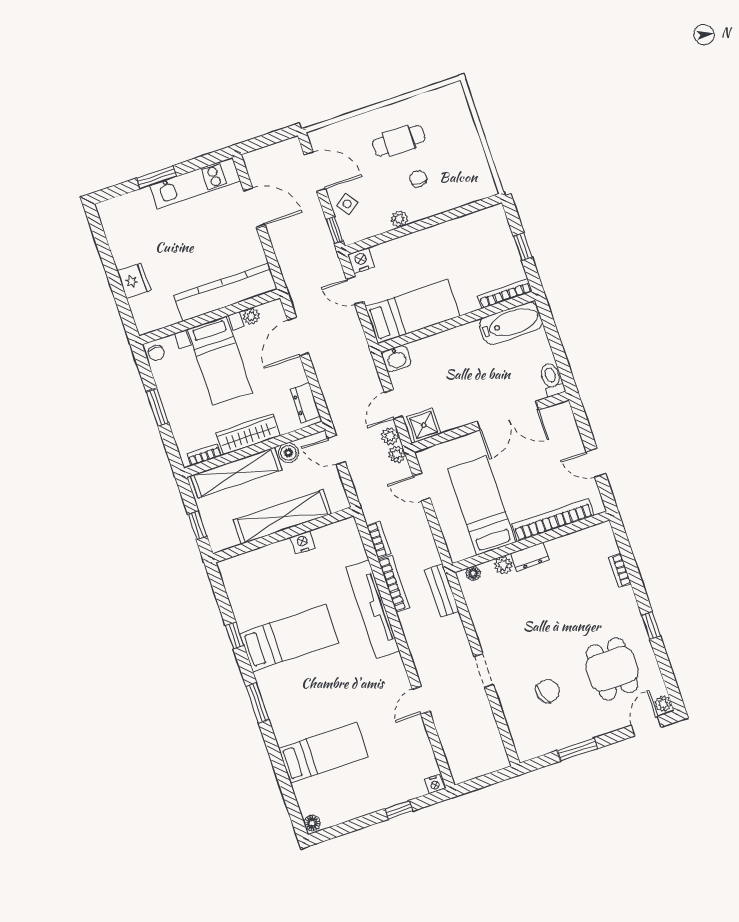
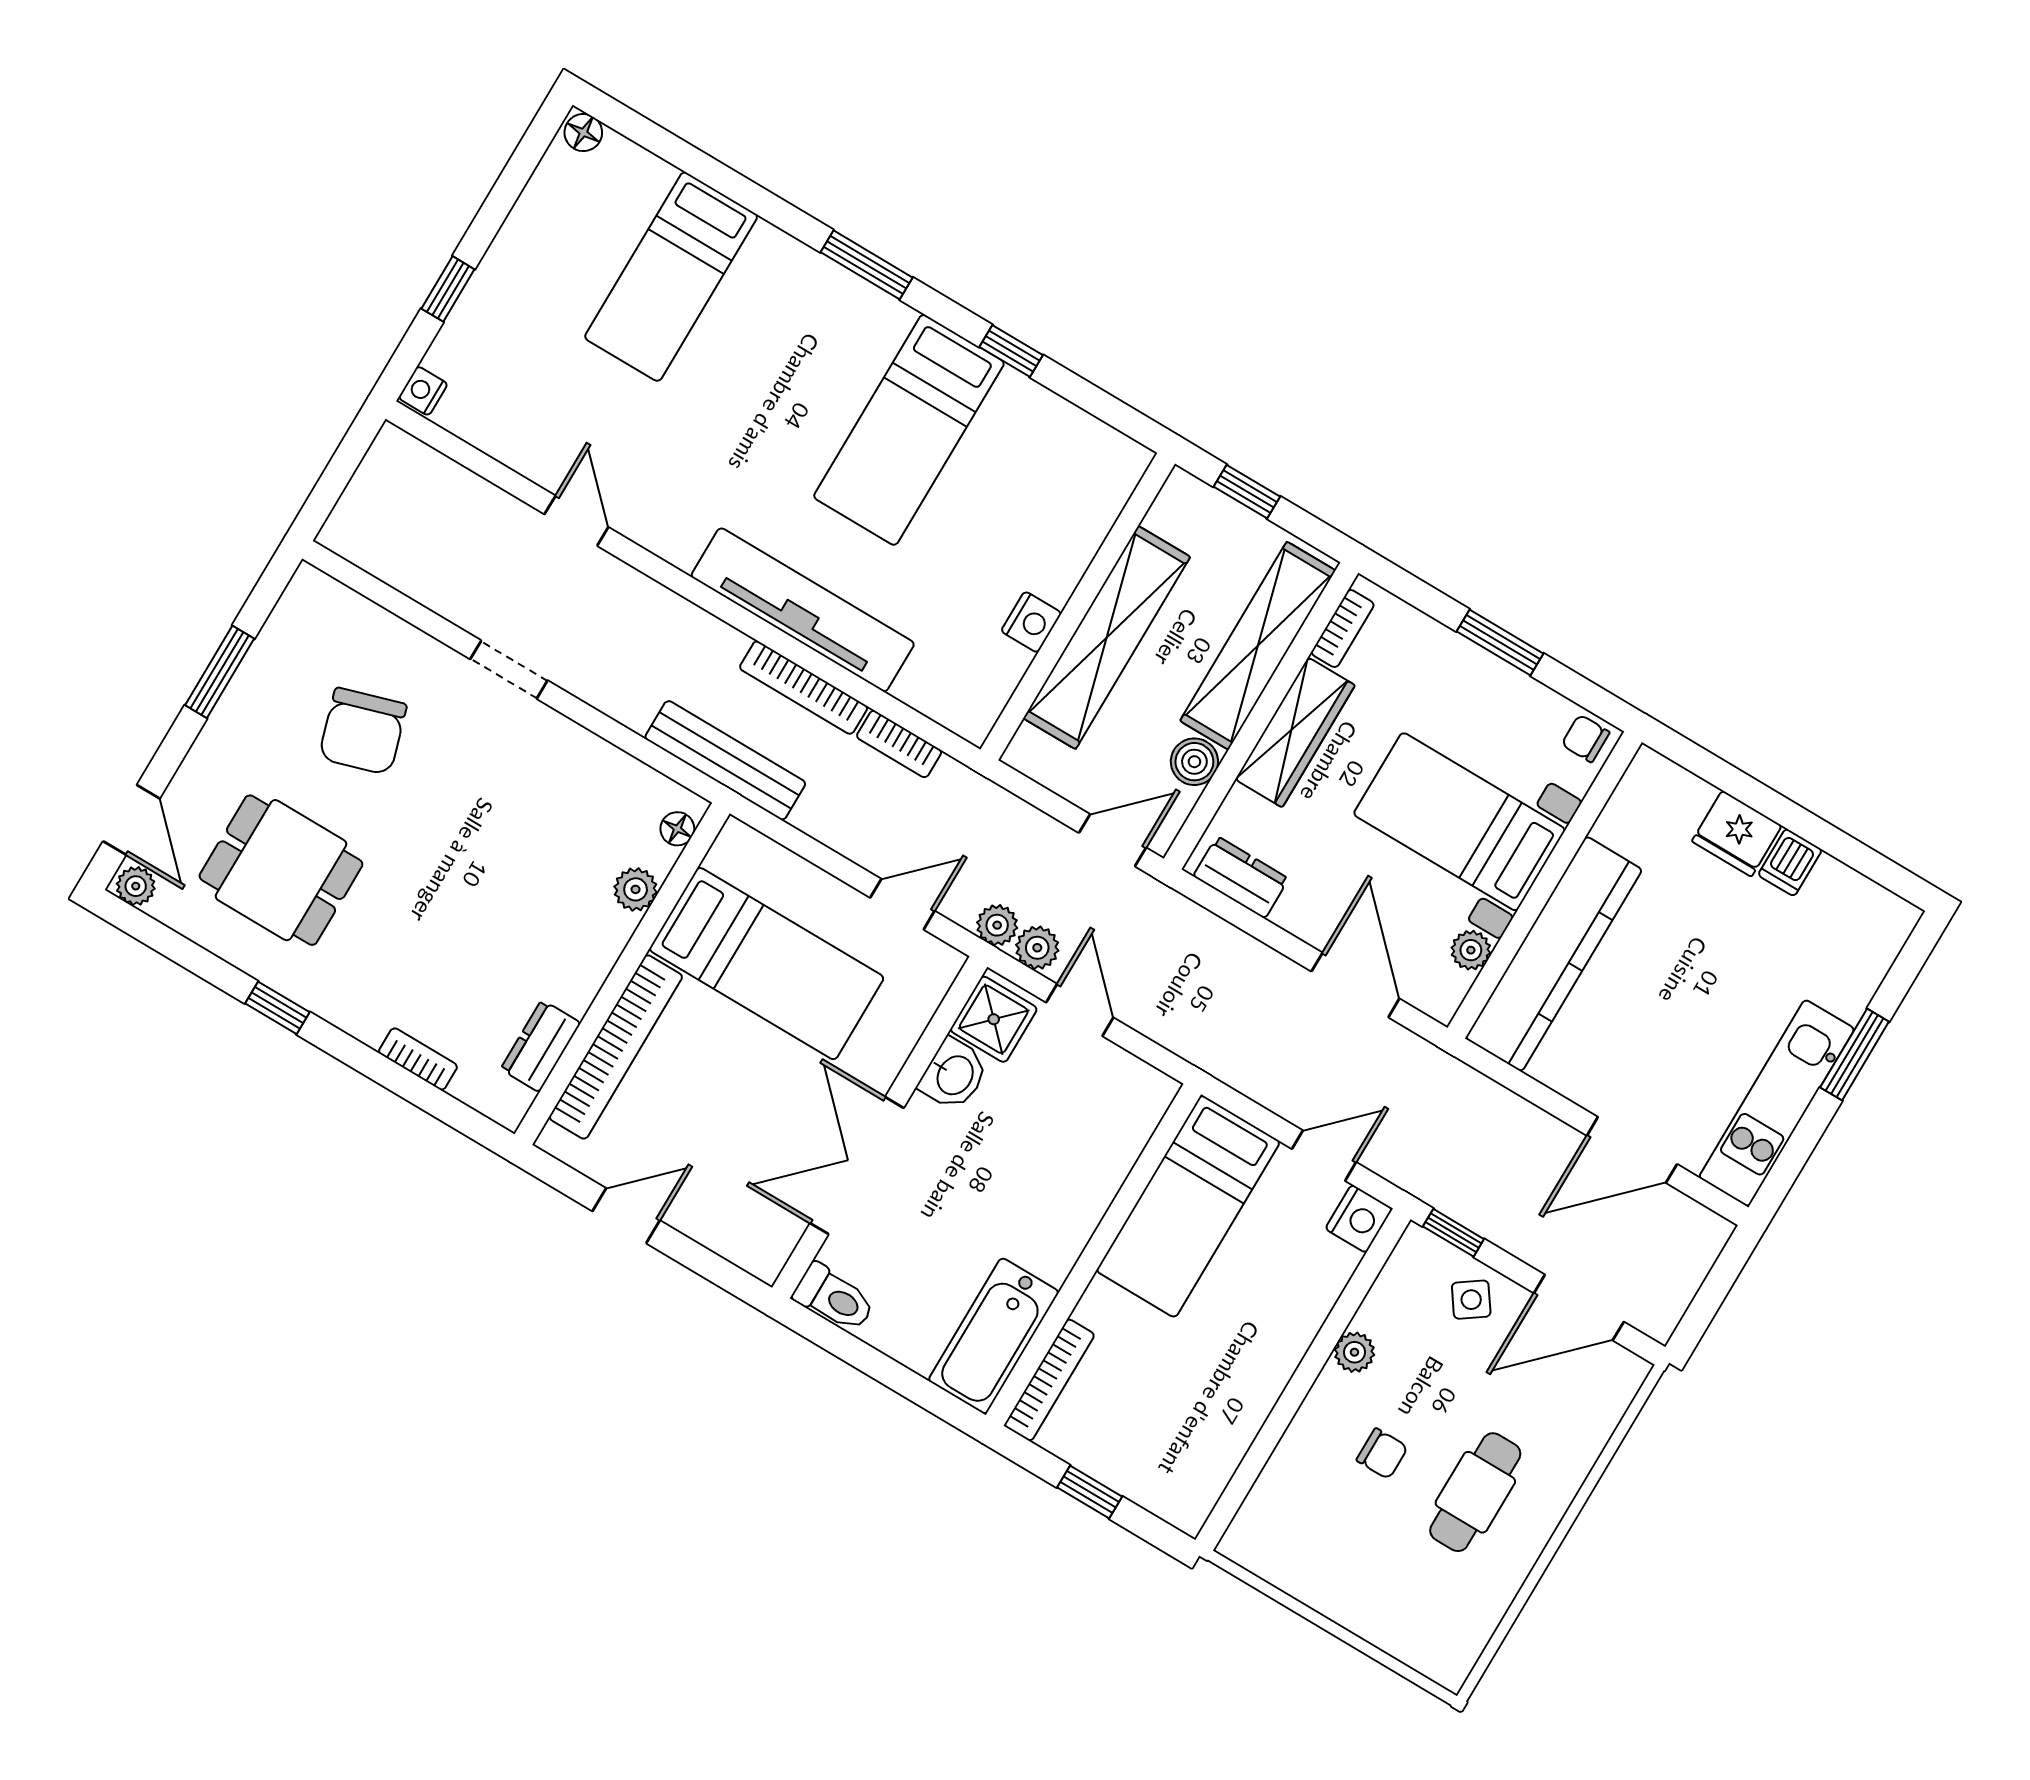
dishwasher: (124, 257) -> (1790, 862), added
washbasin: (397, 359) -> (954, 1075), moved, turned 180
dresser: (530, 557) -> (541, 1046), moved
bench: (442, 591) -> (725, 760), width x1.36
chair: (548, 691) -> (363, 731), width x1.37, depth x1.37

